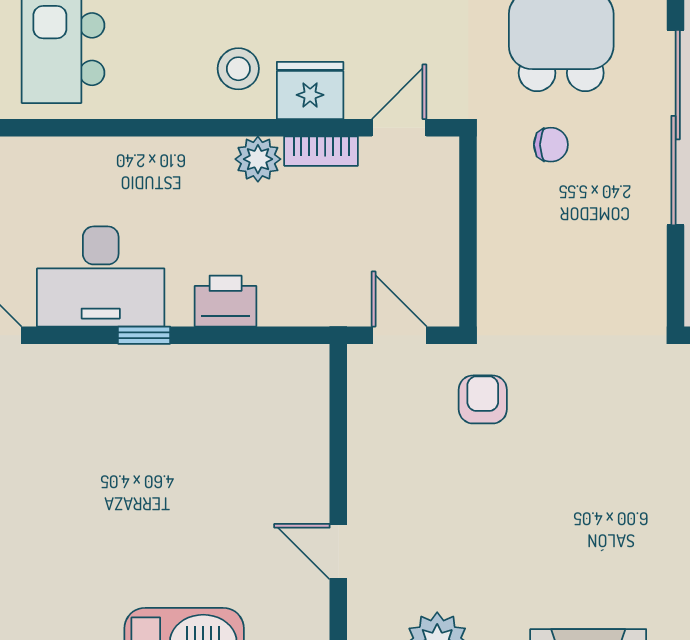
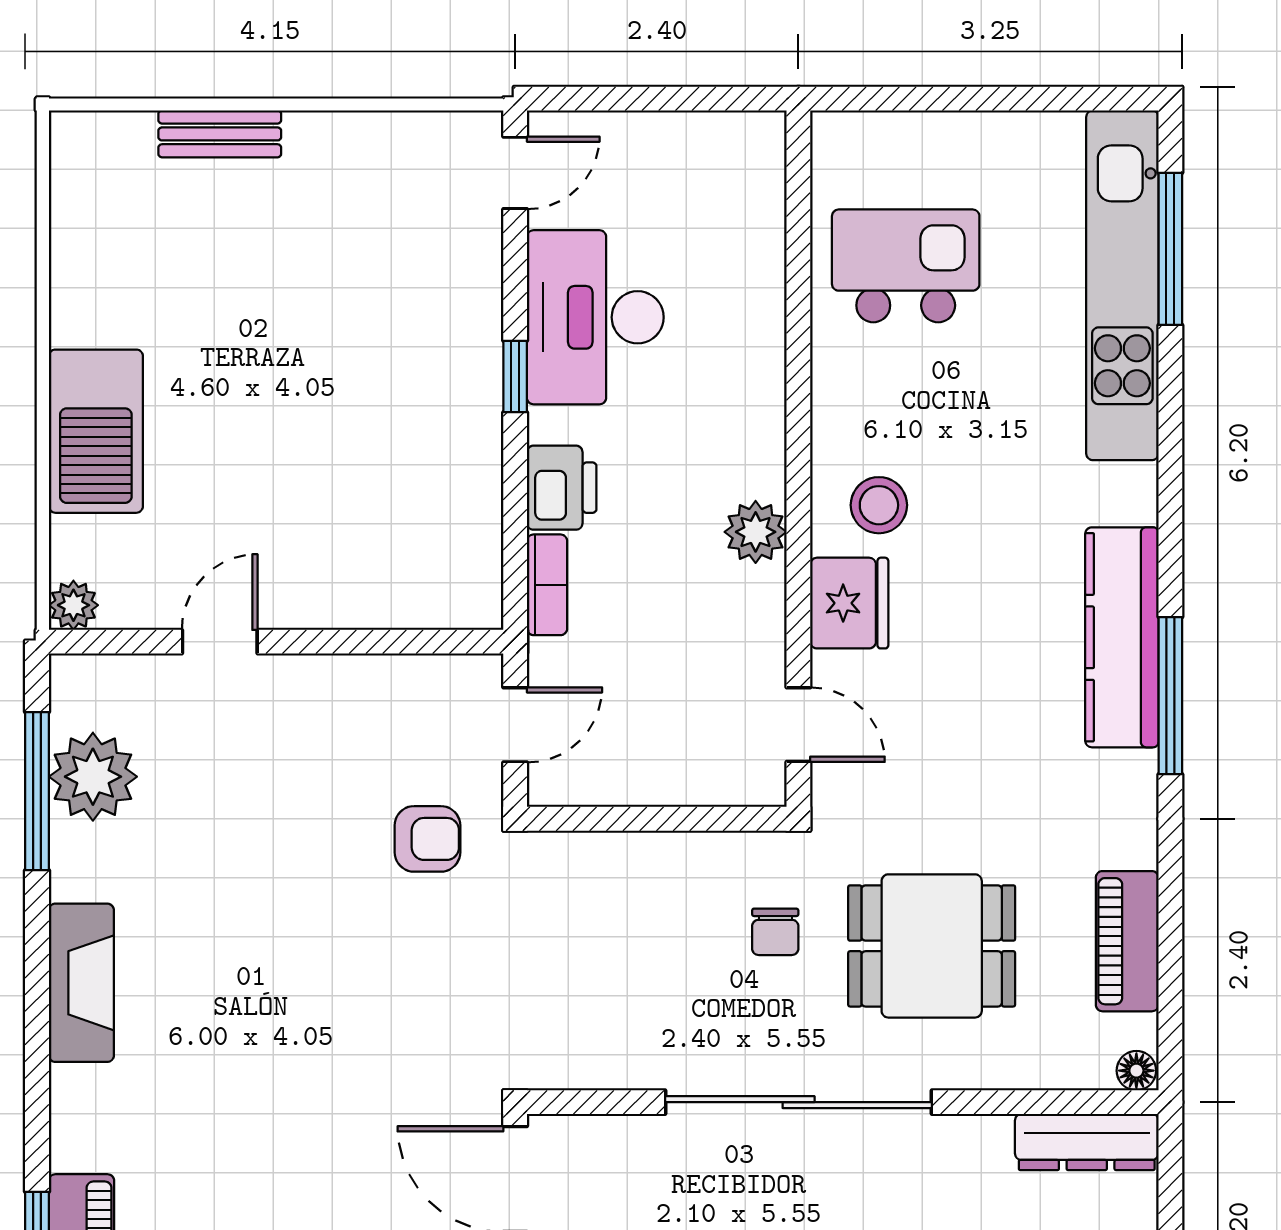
bookcase: (321, 151) -> (547, 585), moved, turned 180

